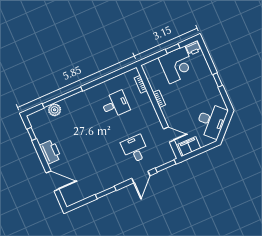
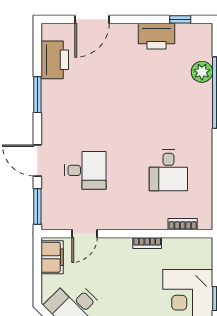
printer: (50, 152) -> (157, 36), moved
printer: (83, 191) -> (55, 60), added

